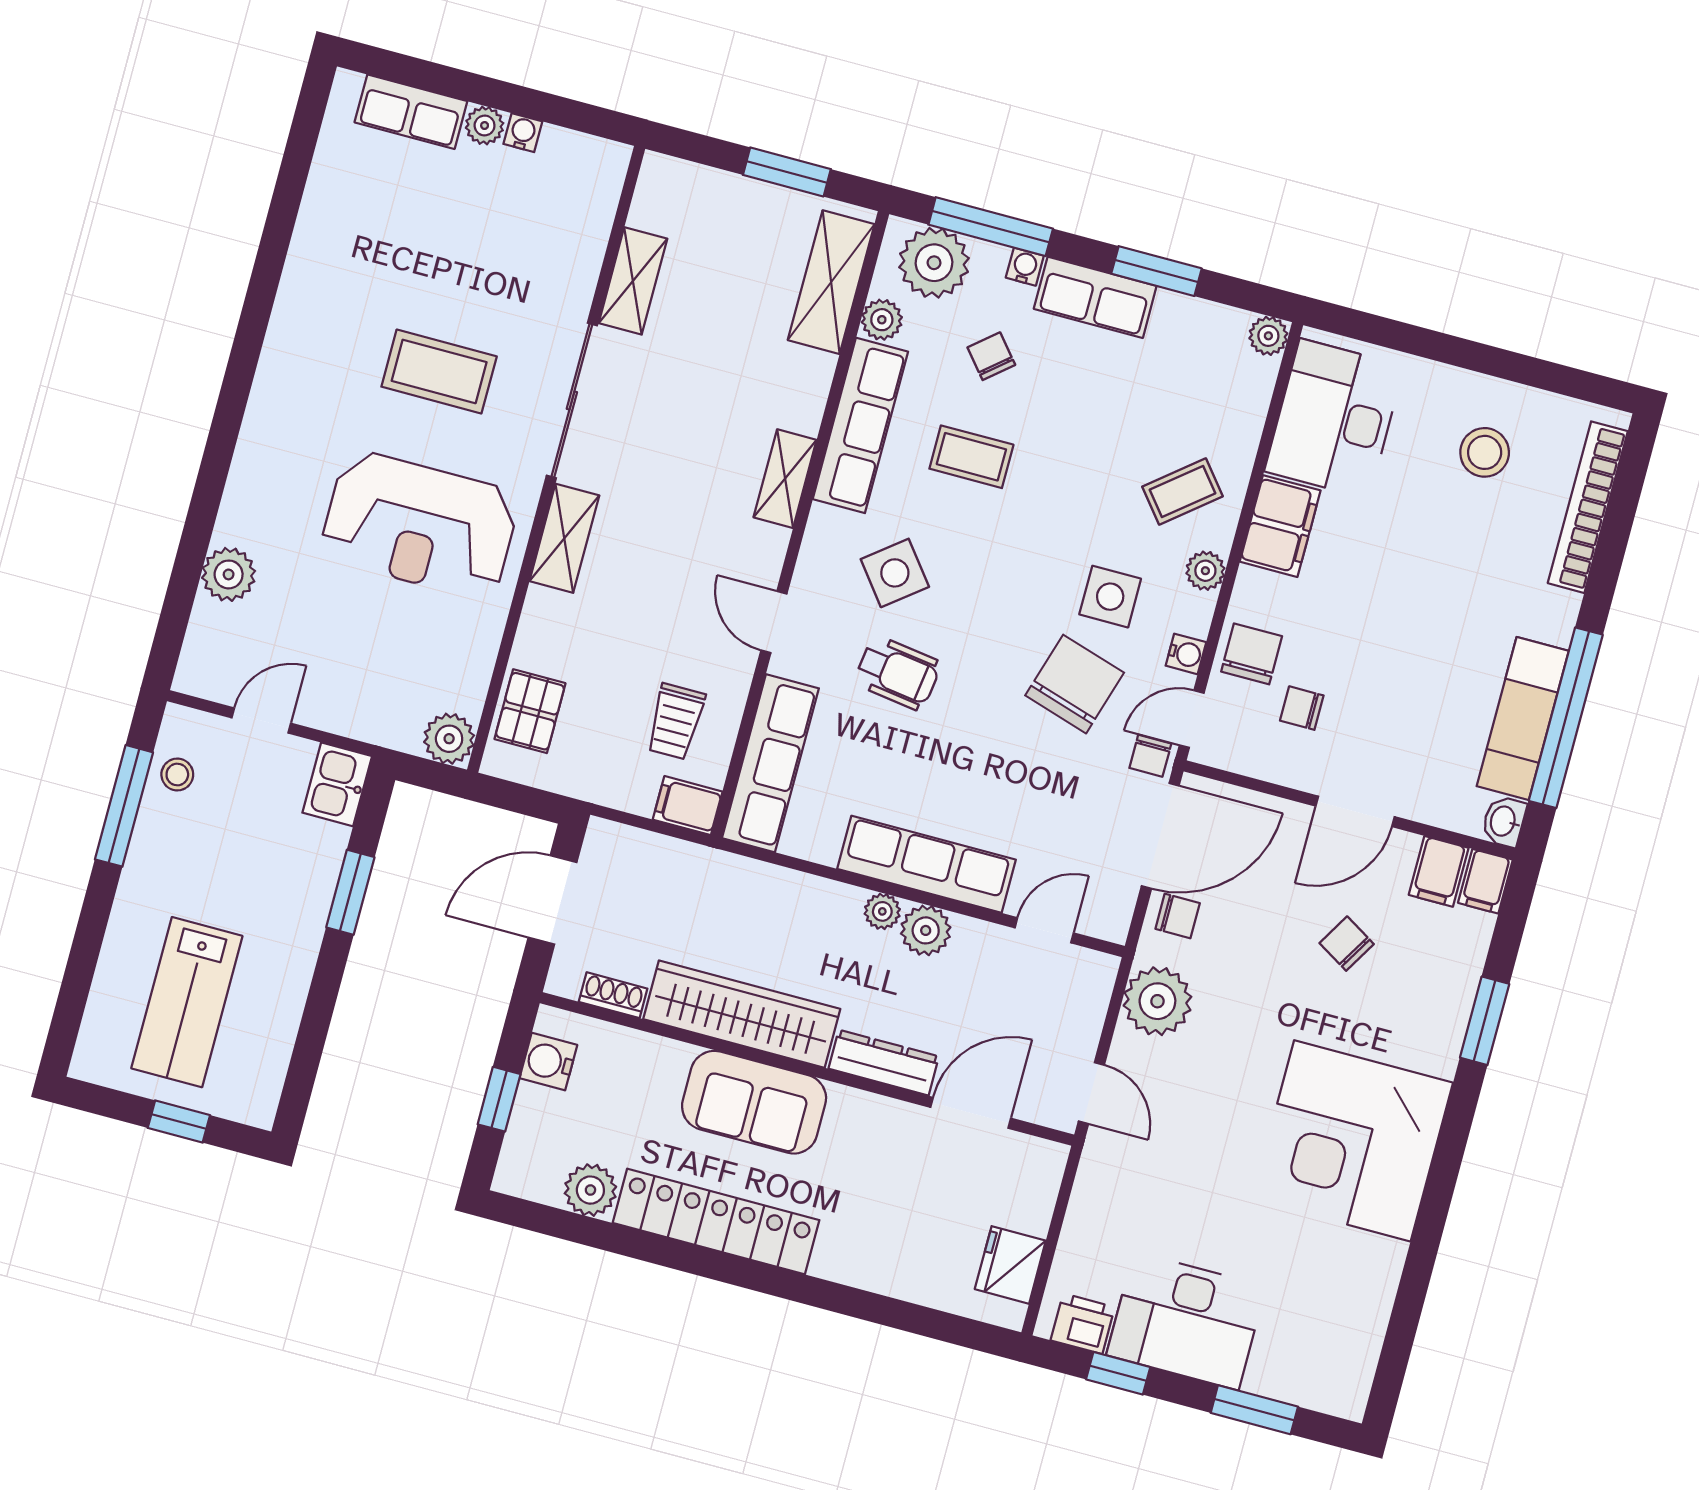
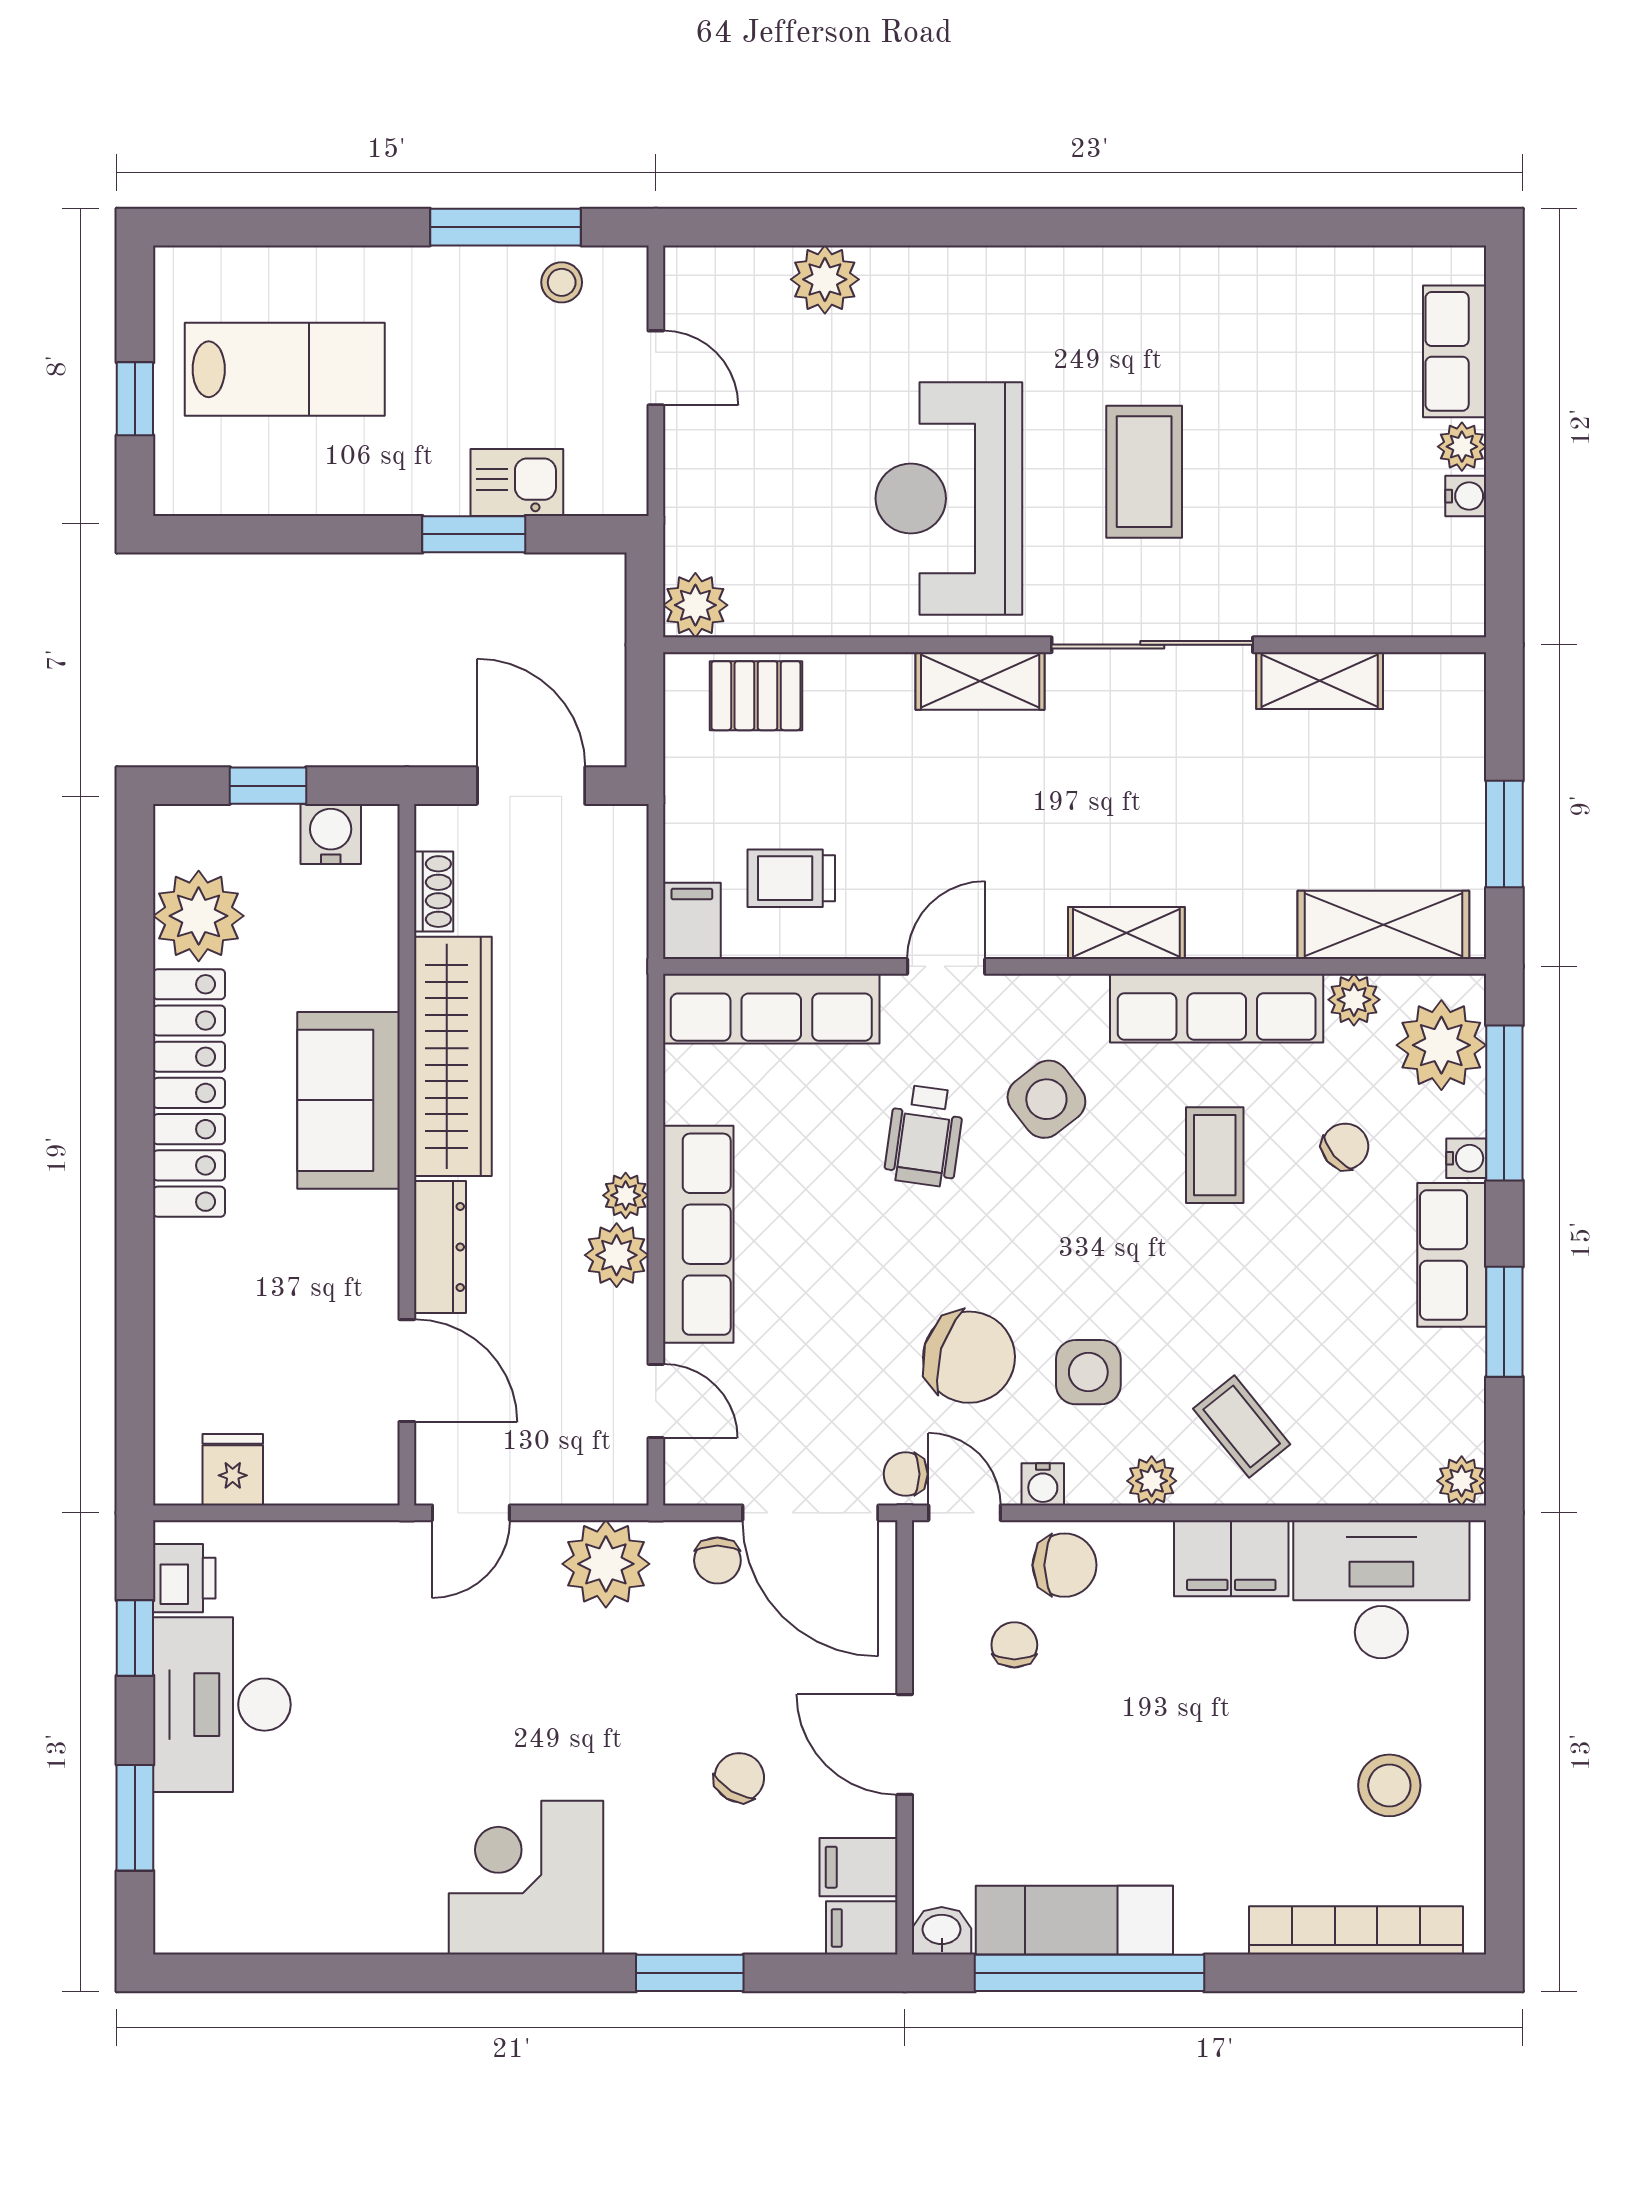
kitchen sink: (337, 784) -> (517, 482), moved
lab bench: (187, 1002) -> (285, 369), turned 180
corner desk: (1352, 1141) -> (526, 1878), width x0.74, depth x0.74
plant: (590, 1190) -> (199, 916), width x1.36, depth x1.36
fridge: (1010, 1265) -> (233, 1470), width x0.72

